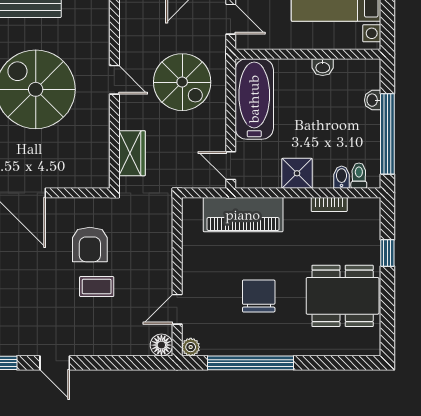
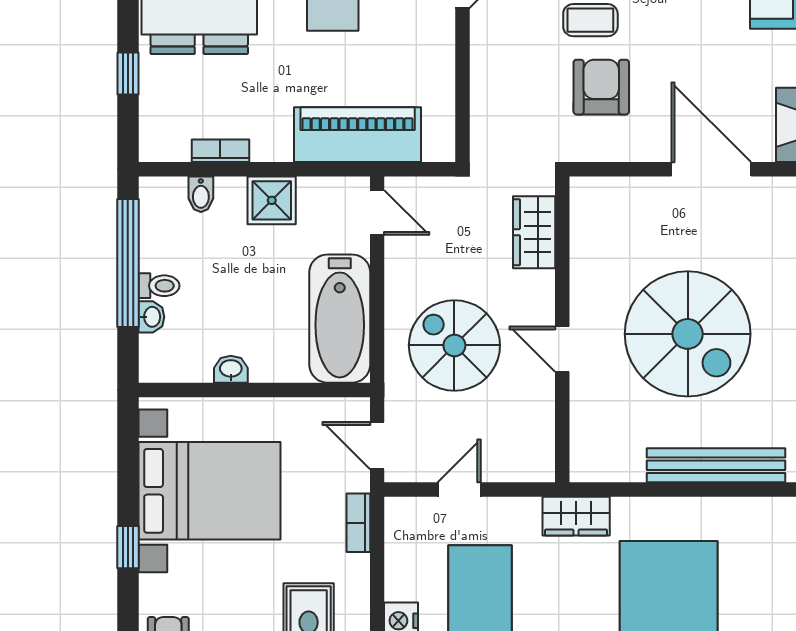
toilet: (359, 176) -> (159, 286), moved, turned -90

